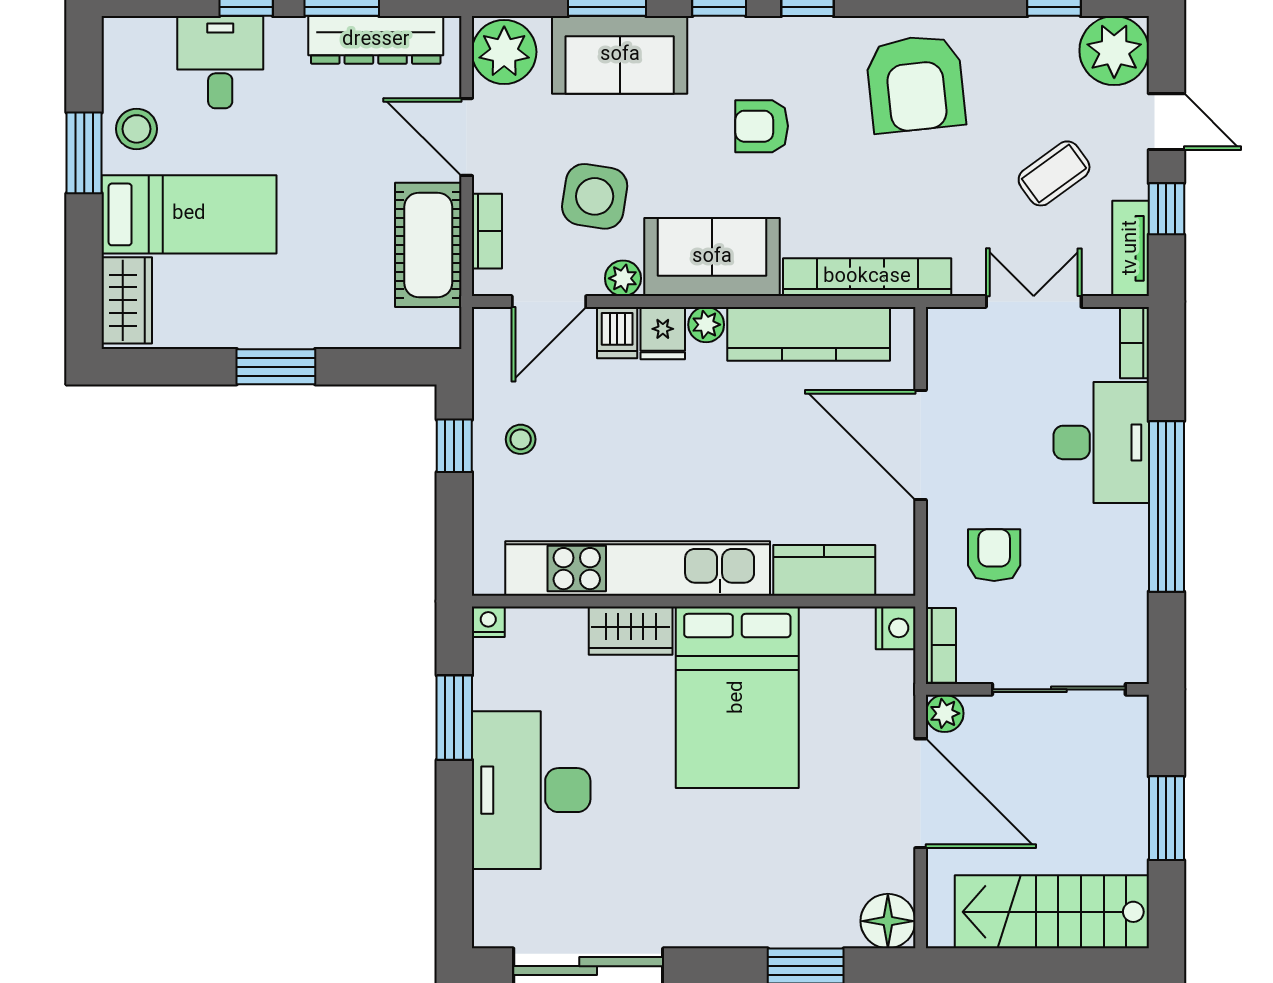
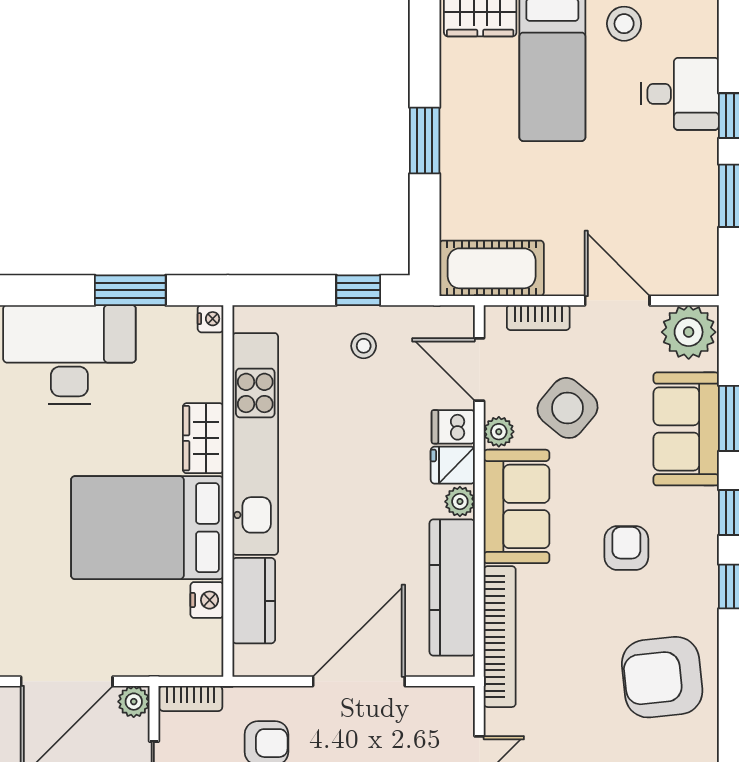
dresser: (376, 40) -> (699, 224), removed
door: (467, 137) -> (617, 301), hinge flipped
side table: (595, 196) -> (568, 408), turned 31
cot: (428, 245) -> (492, 268), moved
nightstand: (896, 628) -> (207, 600), moved, turned -90

